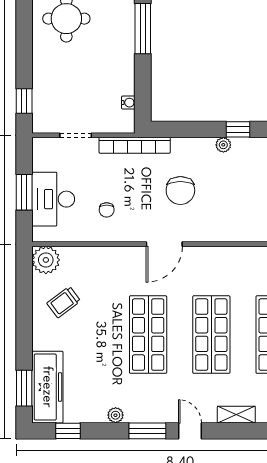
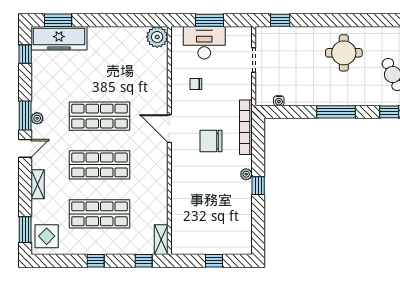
bookcase: (135, 145) -> (246, 127), moved
trolley: (64, 302) -> (125, 51), removed
plant: (116, 415) -> (37, 118), moved

